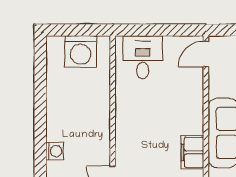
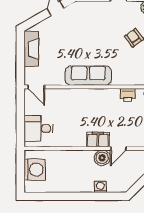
filing cabinet: (192, 152) -> (98, 140), moved, turned 180
boiler: (98, 154) -> (102, 158), added

